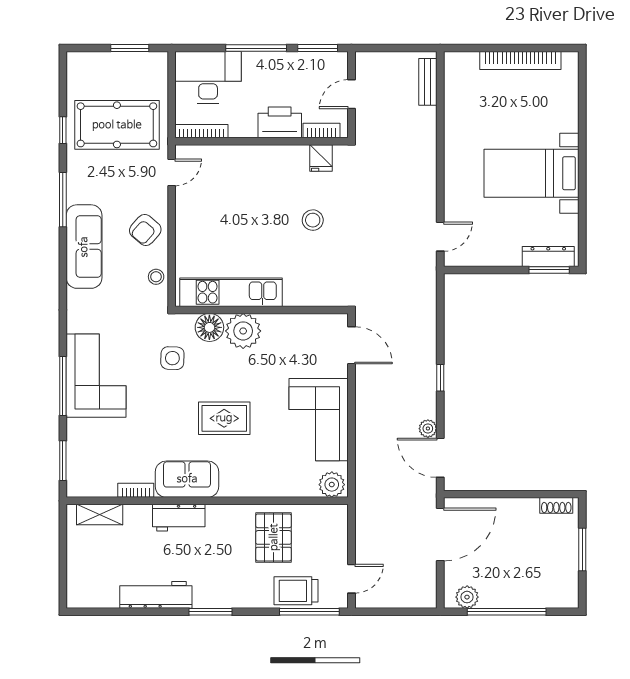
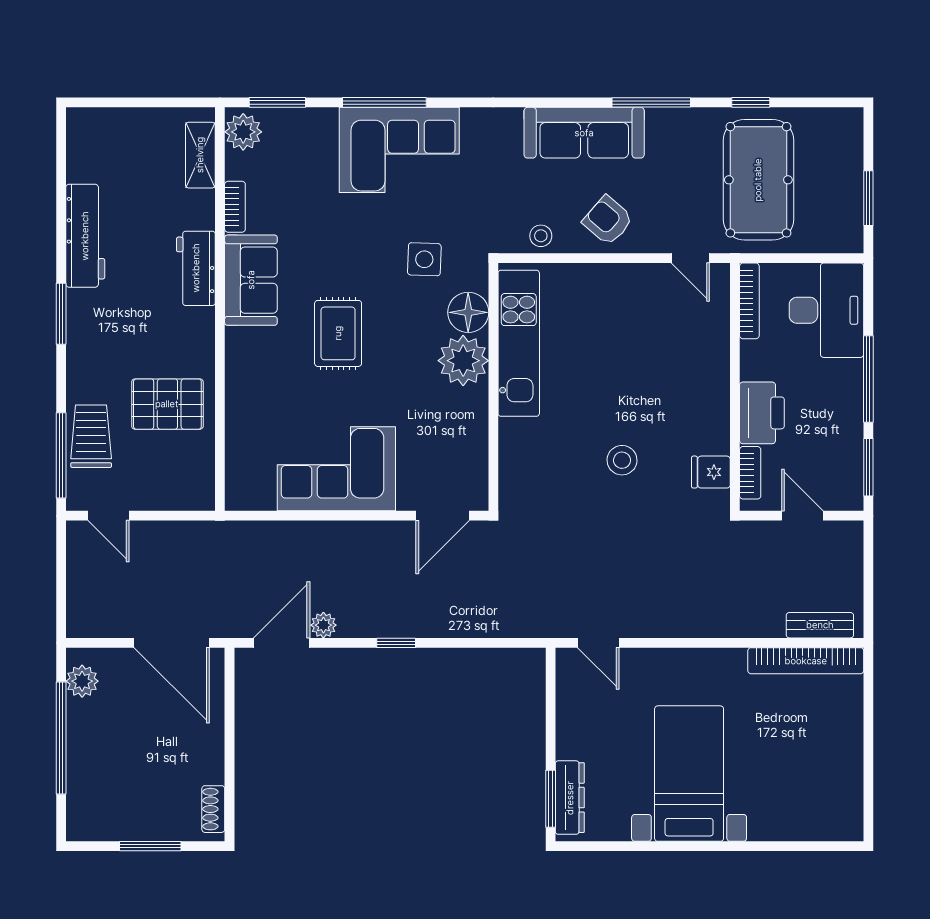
bookcase: (520, 61) -> (806, 661), moved, turned -90
plant: (332, 485) -> (243, 132), moved

